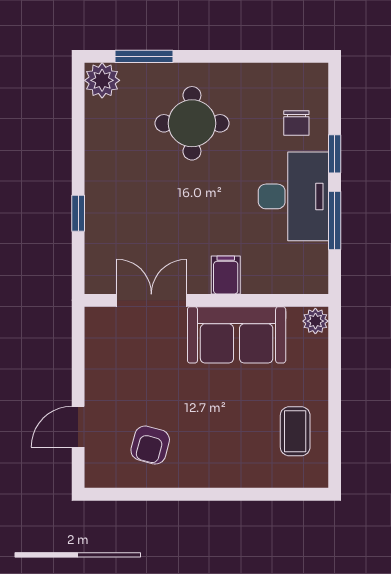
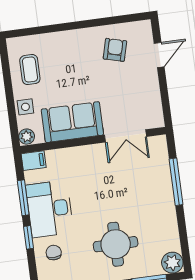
window: (78, 213) -> (176, 182), width x2.17
filing cabinet: (226, 275) -> (34, 161), moved, turned -90
side table: (311, 371) -> (25, 107), added

